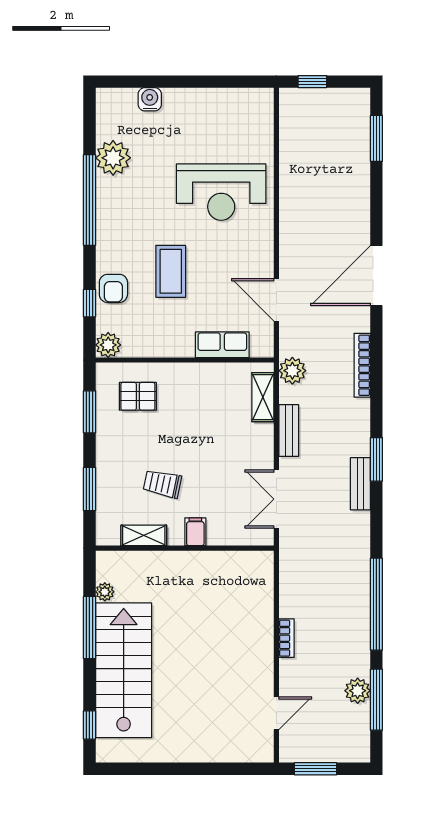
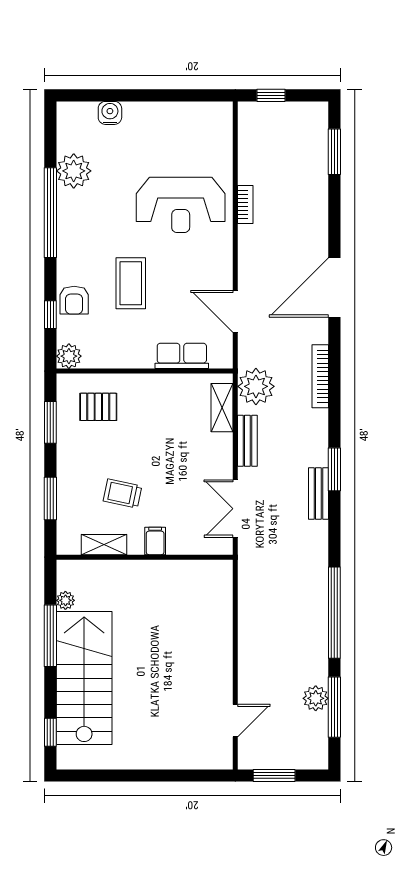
plant: (292, 371) -> (256, 386), width x1.36, depth x1.36
bookcase: (286, 638) -> (245, 204), moved

